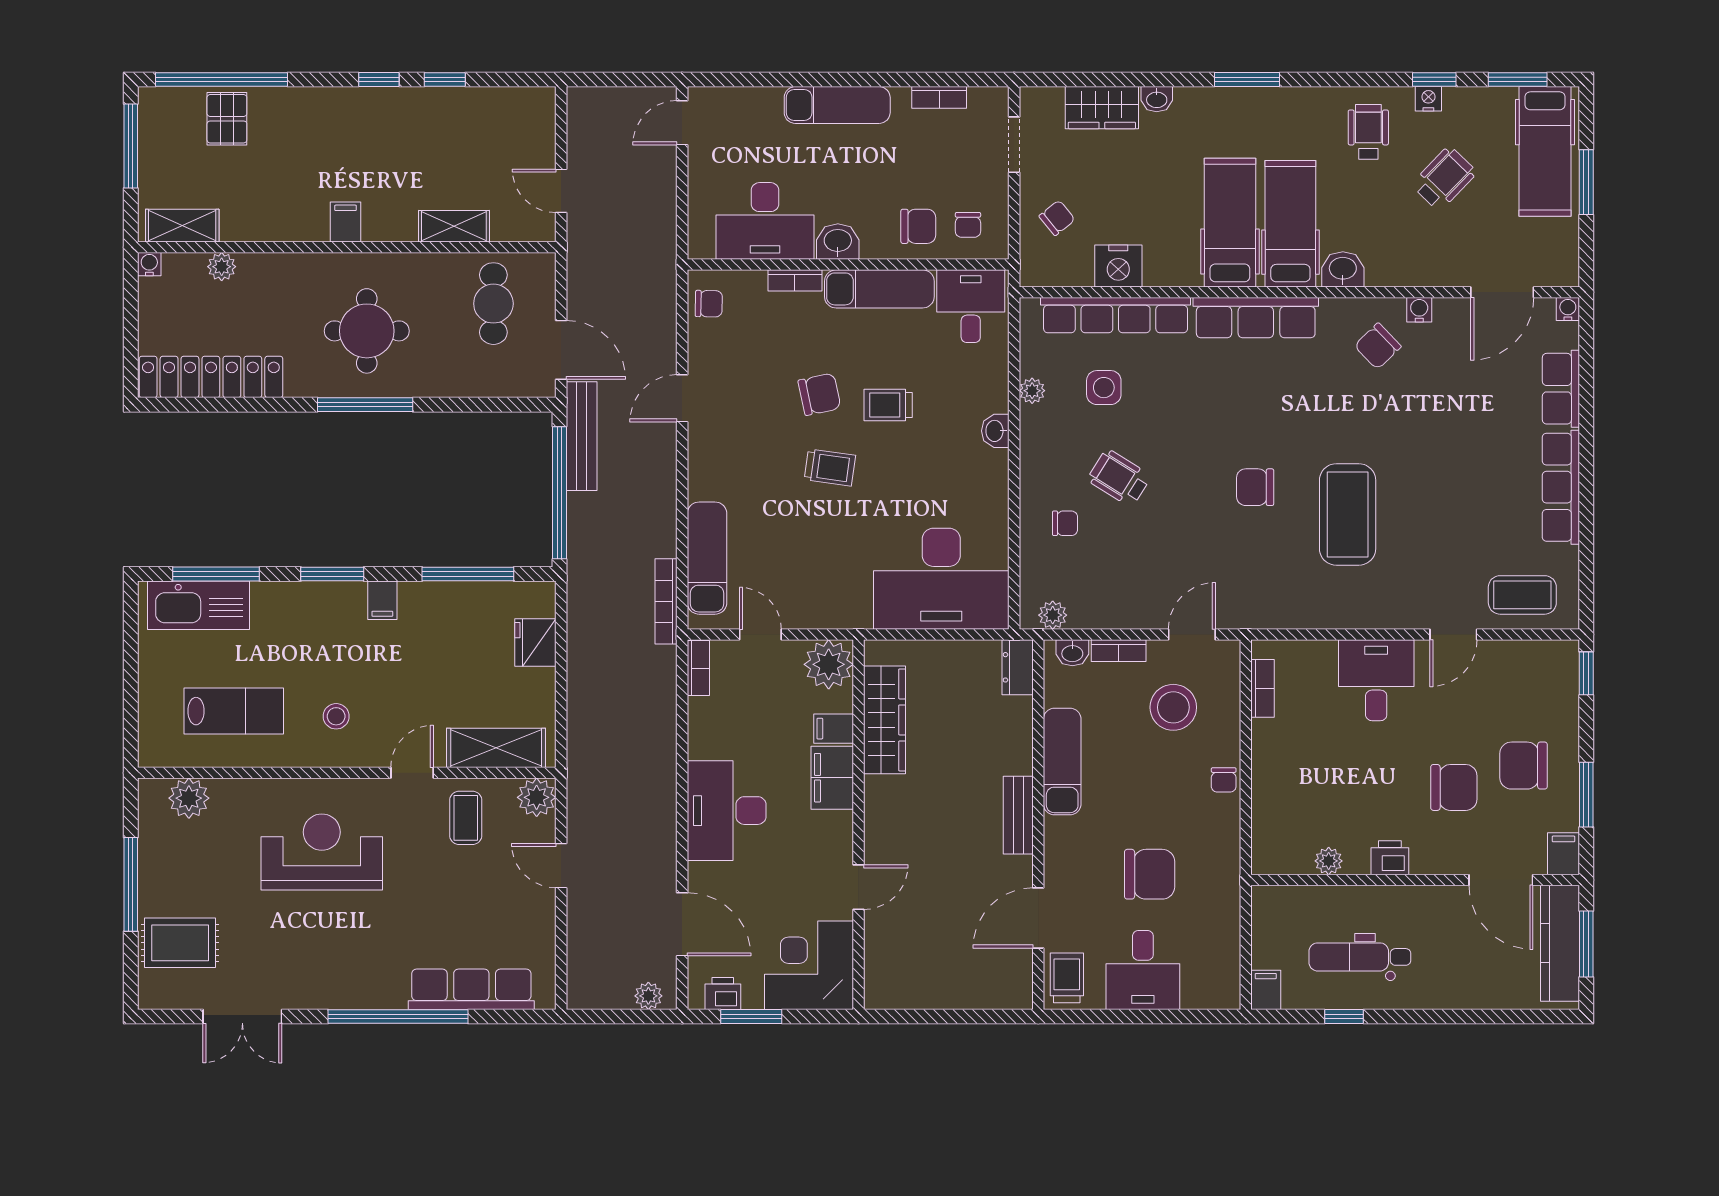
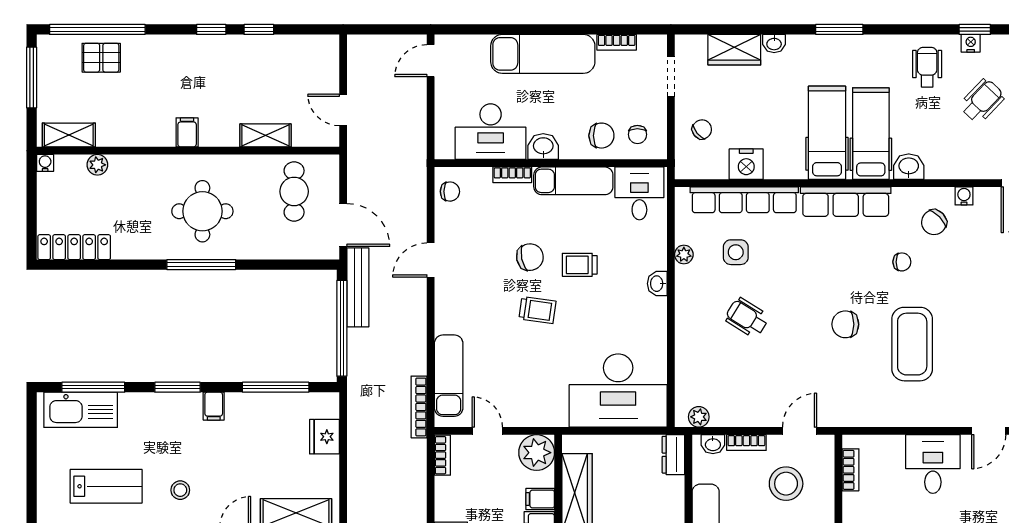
exam couch: (837, 105) -> (543, 54), width x1.36, depth x1.45
pallet: (227, 119) -> (101, 58), turned 90
locker: (211, 377) -> (74, 247), width x0.71, depth x0.83
chair: (1065, 523) -> (902, 262), moved

